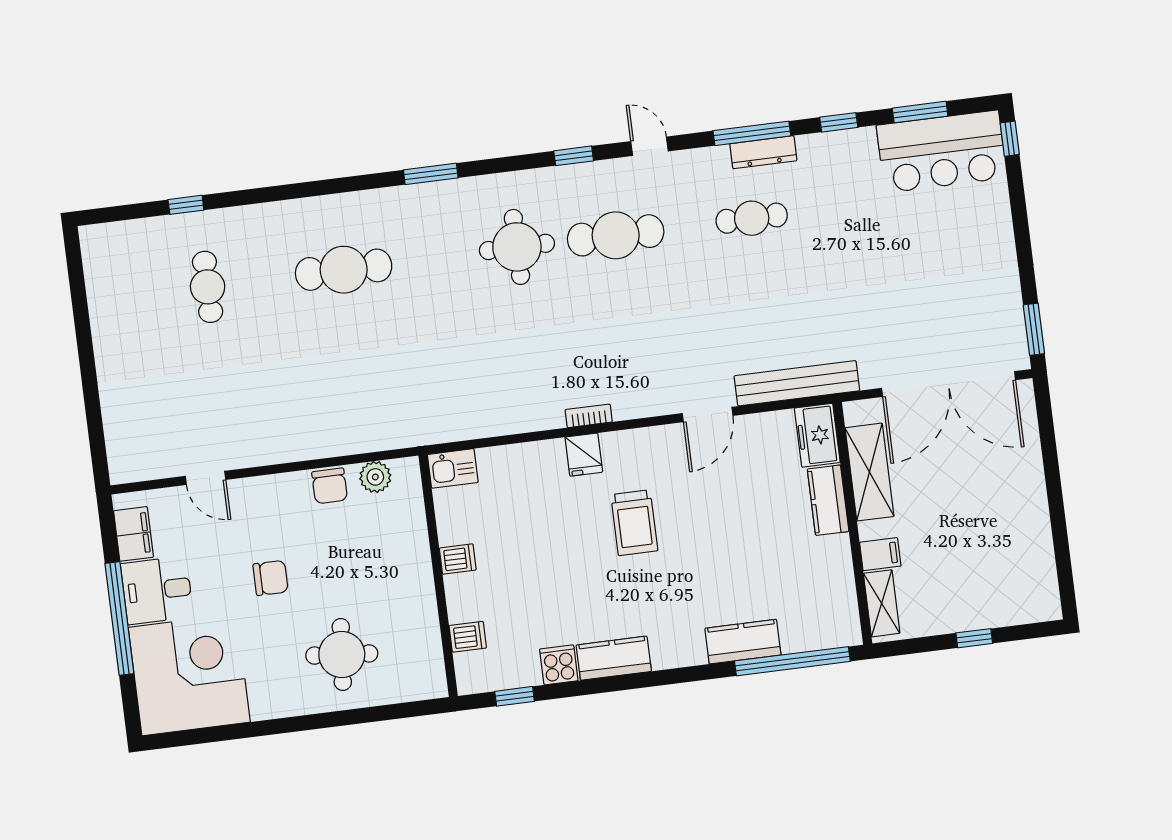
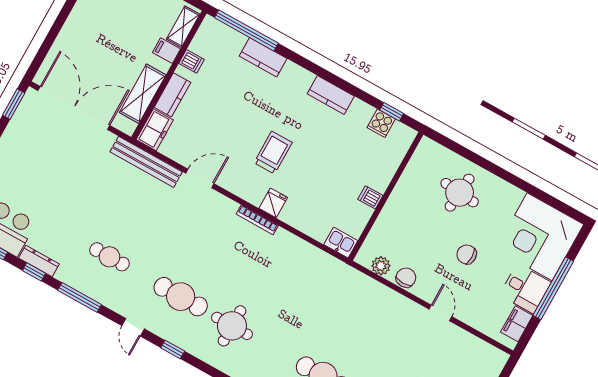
dresser: (763, 152) -> (39, 261), moved
bookcase: (589, 416) -> (257, 220), width x1.56
door: (205, 478) -> (440, 313), moved
dishwasher: (468, 637) -> (192, 61), moved, turned 180
cooker: (559, 665) -> (381, 123), moved

